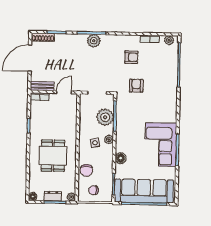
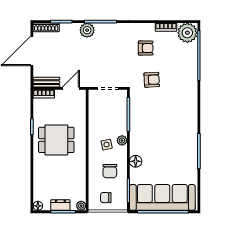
plant: (169, 40) -> (187, 33), width x1.87, depth x1.87
plant: (94, 41) -> (87, 30), moved
armchair: (136, 86) -> (152, 80), turned 87
plant: (105, 117) -> (117, 116), removed
corner sofa: (161, 145) -> (180, 145), removed
dining table: (53, 156) -> (56, 140), moved, turned 90
chair: (86, 170) -> (110, 171), moved

